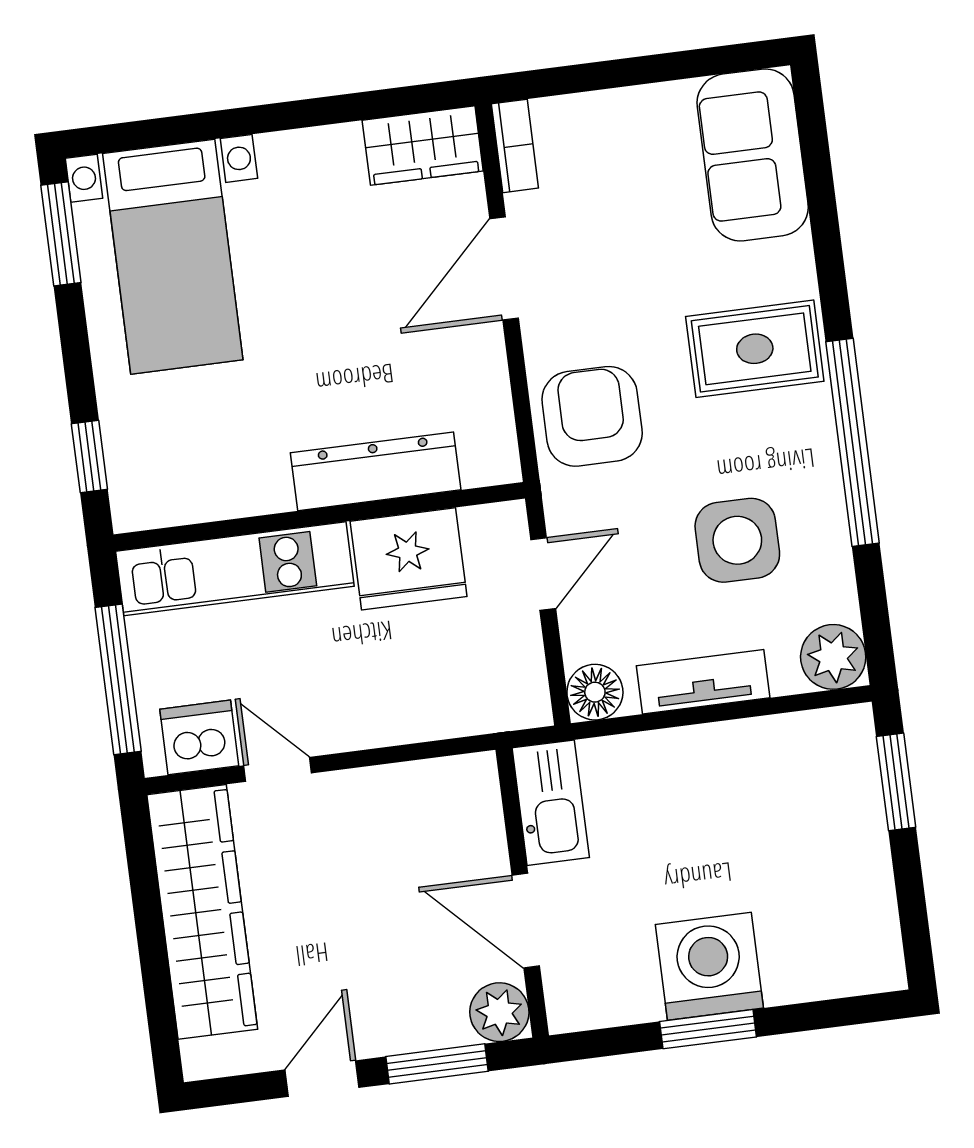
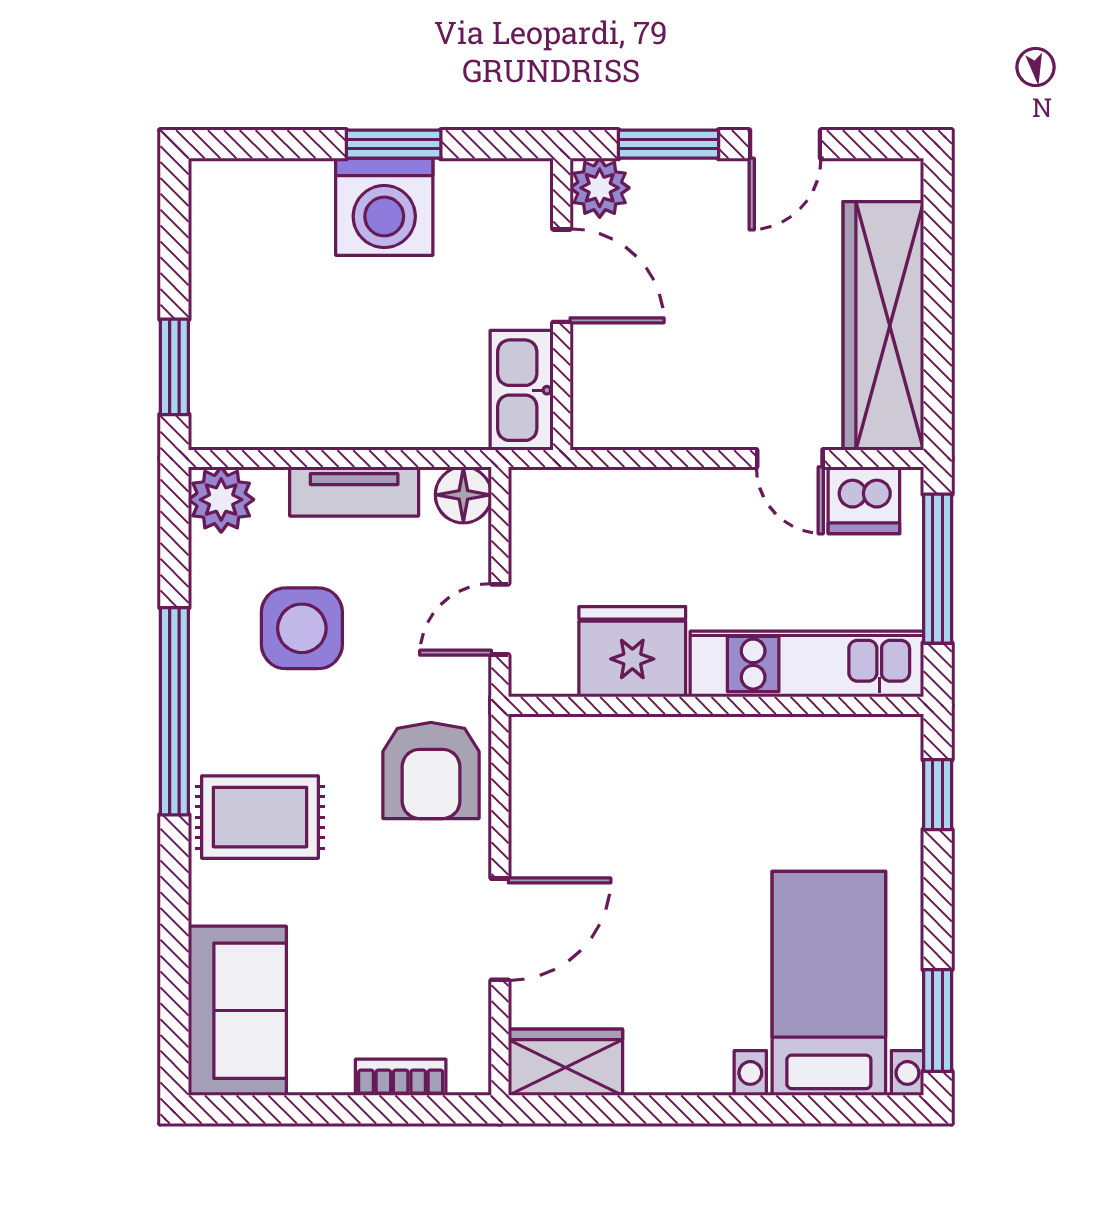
bookcase: (515, 146) -> (401, 1077), moved, turned 90
dresser: (376, 471) -> (654, 743), removed

